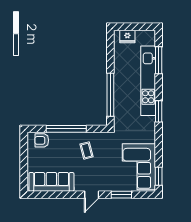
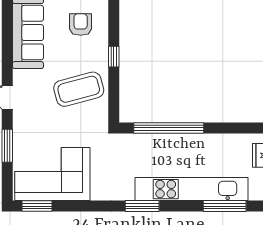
window: (66, 129) -> (114, 57), width x0.32
armchair: (42, 140) -> (81, 24), moved
coffee table: (86, 150) -> (79, 89), width x1.86, depth x1.72

